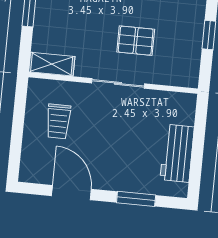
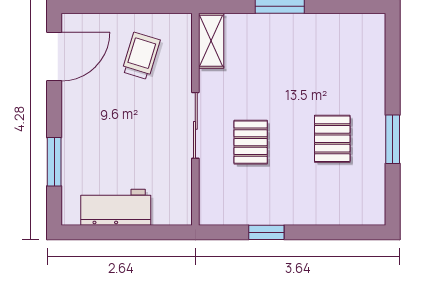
trolley: (58, 121) -> (141, 56), turned 107
door: (71, 193) -> (54, 57), moved

